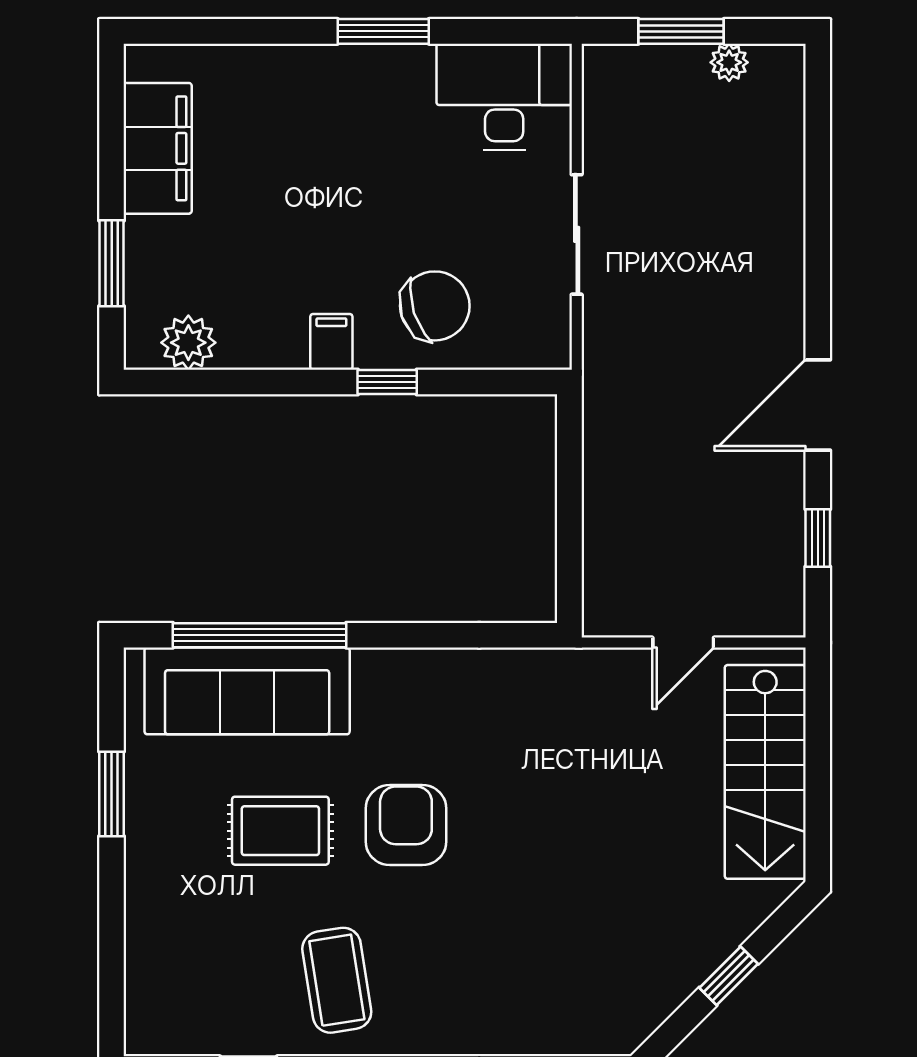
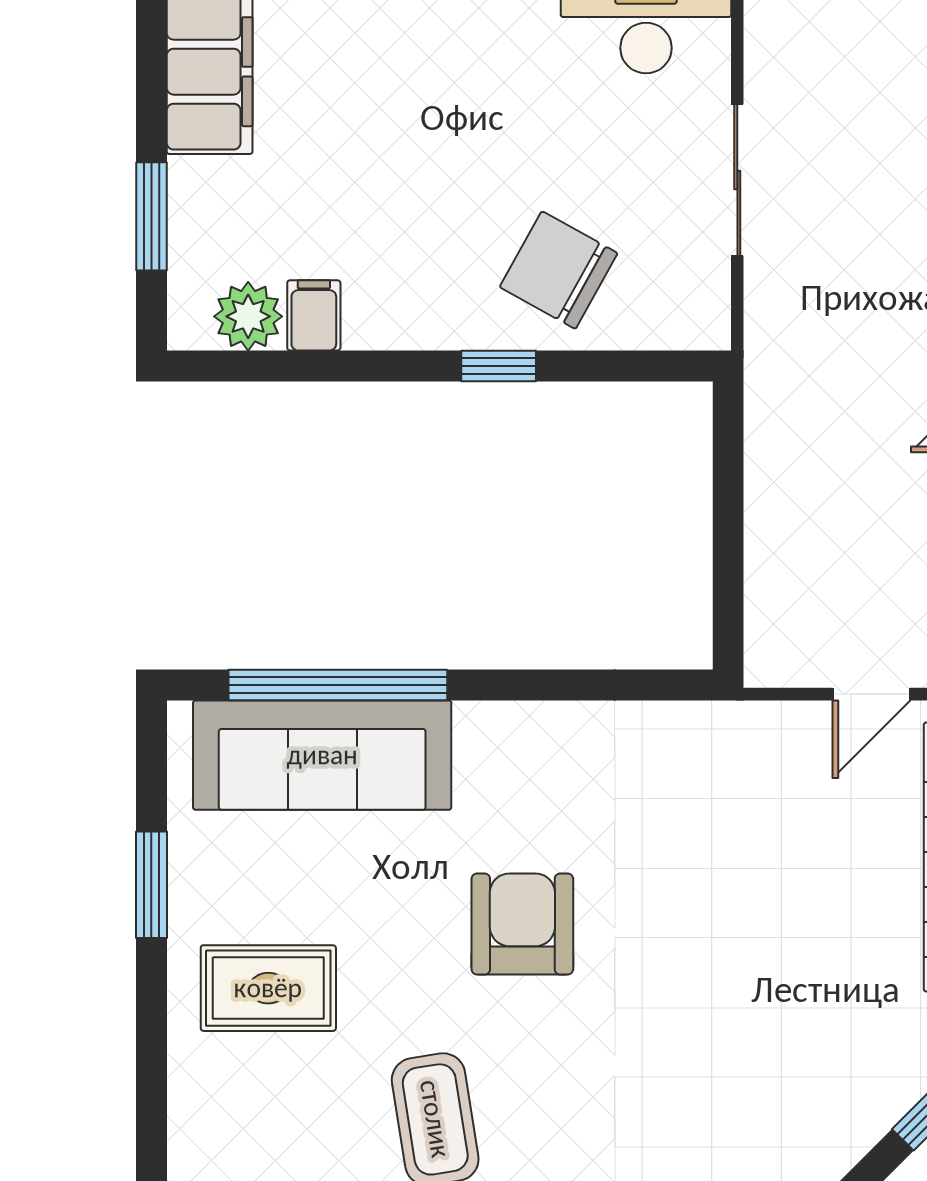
chair: (435, 306) -> (559, 270), turned -133
filing cabinet: (331, 342) -> (314, 315), moved
rug: (280, 831) -> (268, 988), moved

